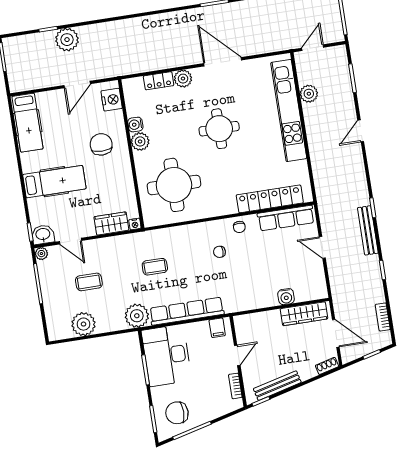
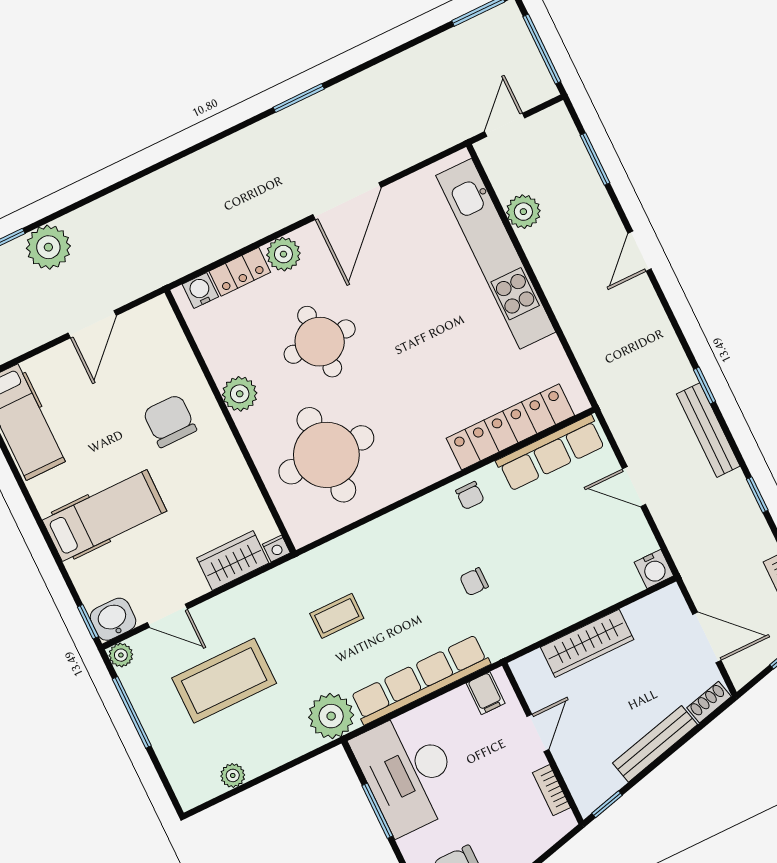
door: (223, 62) -> (347, 201), swing flipped
nightstand: (112, 100) -> (164, 333), removed
water cooler: (135, 125) -> (200, 290), moved, turned 90
round table: (219, 129) -> (320, 342), moved
chair: (219, 252) -> (474, 582), moved
coffee table: (89, 282) -> (224, 681), width x1.86, depth x1.72
water cooler: (286, 297) -> (654, 569), moved
wardrobe: (304, 314) -> (587, 643), moved
plant: (83, 324) -> (233, 775), width x0.53, depth x0.53
bench: (277, 386) -> (655, 744), moved

